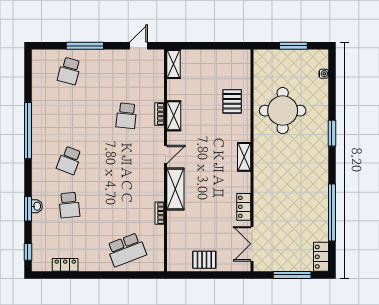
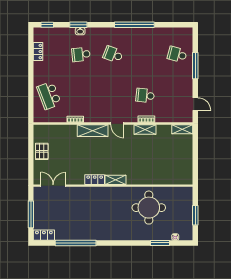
pallet: (232, 101) -> (155, 171), removed
window: (332, 133) -> (160, 243), moved
locker: (244, 207) -> (95, 180), moved

